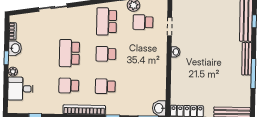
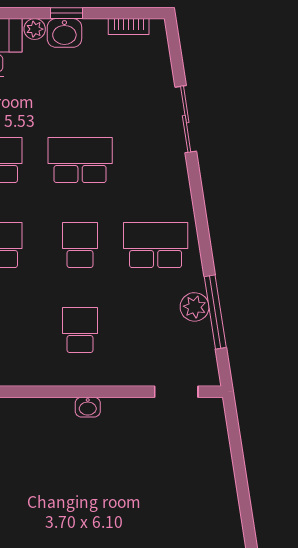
school desk: (143, 22) -> (80, 330), moved
doorway: (169, 26) -> (176, 392), moved
washbasin: (15, 48) -> (64, 33), moved

